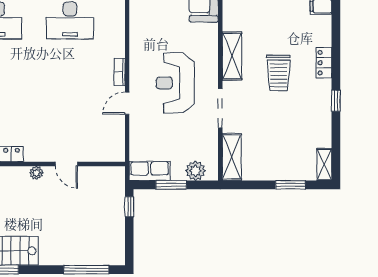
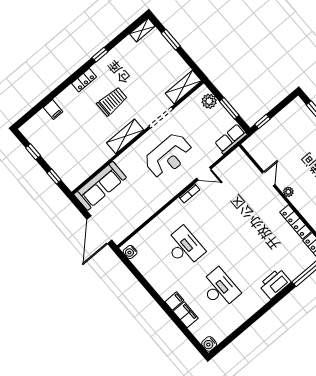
row of seats: (150, 171) -> (231, 139), moved, turned 90

